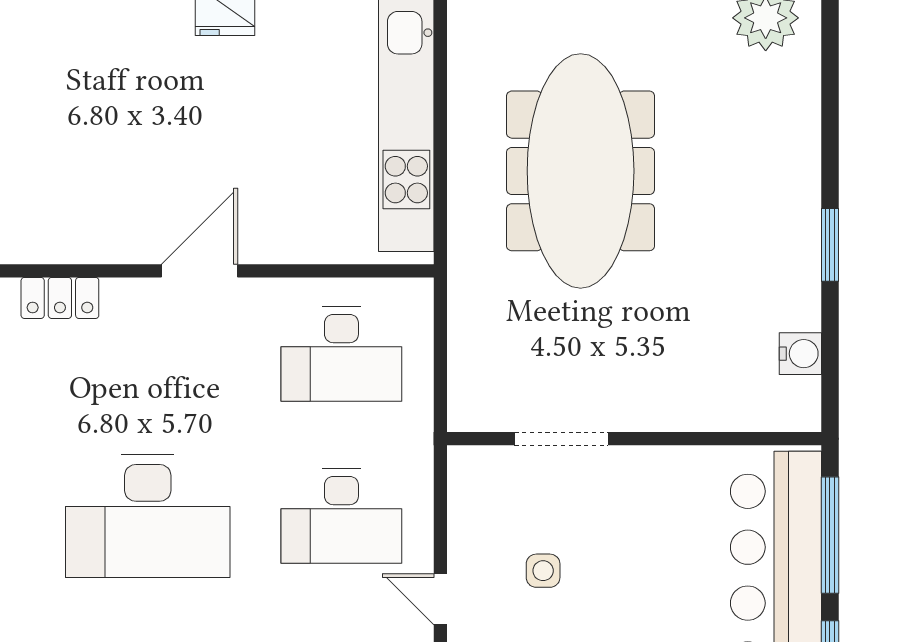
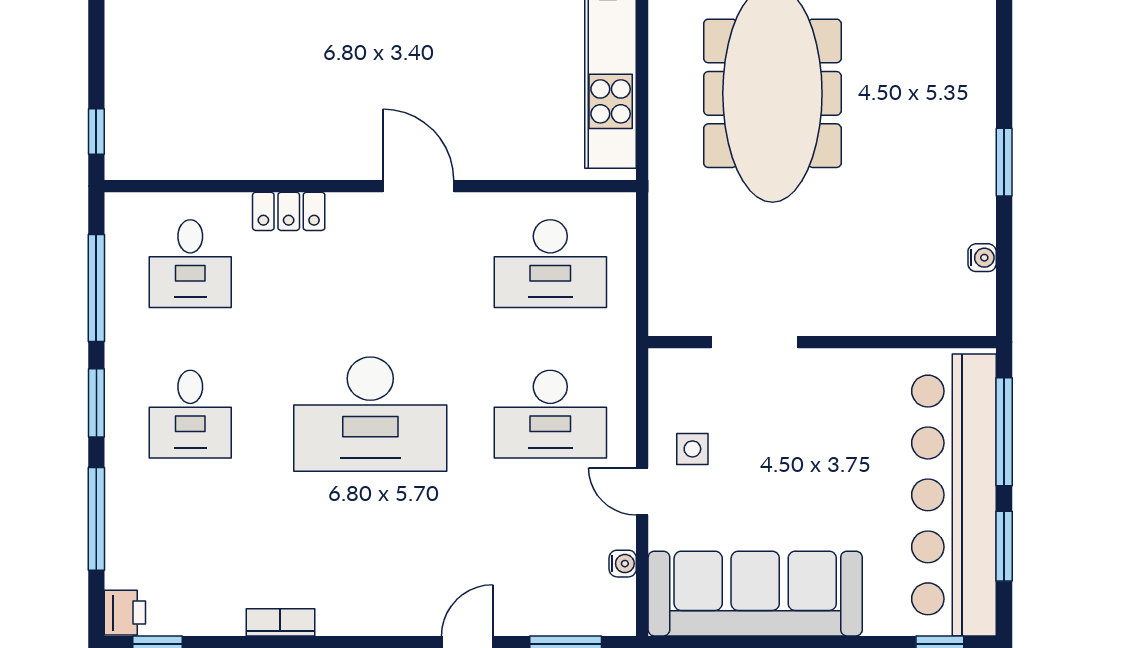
door: (199, 271) -> (418, 186), hinge flipped
water cooler: (800, 354) -> (982, 258), width x0.72, depth x0.72
side table: (543, 571) -> (692, 449), moved

